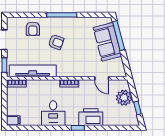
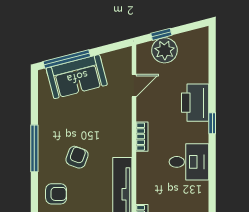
window: (137, 108) -> (161, 34), moved

